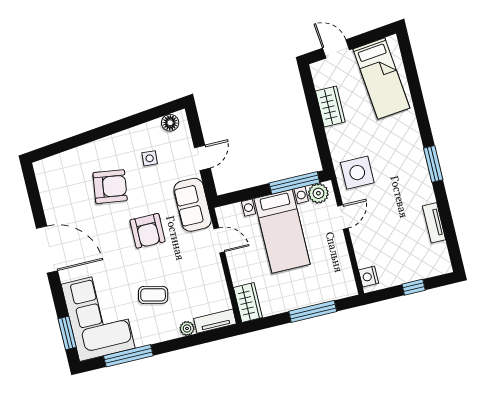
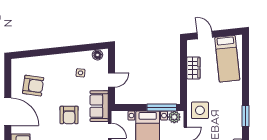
armchair: (110, 187) -> (33, 86), moved

